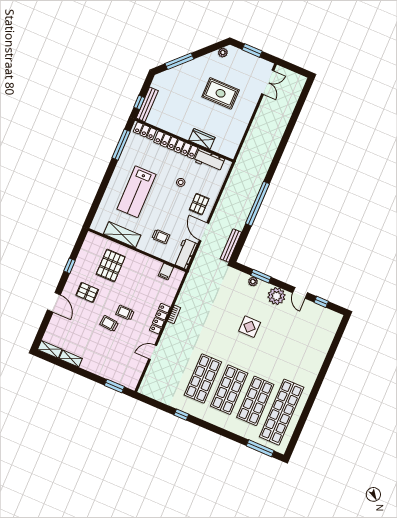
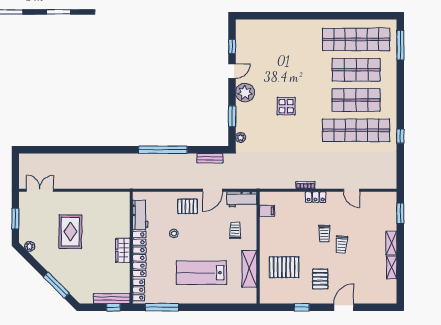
wardrobe: (202, 139) -> (123, 250), moved
lab bench: (137, 192) -> (201, 273), turned 180
bench: (231, 245) -> (210, 158), width x0.73
plant: (253, 282) -> (241, 137), moved
locker: (160, 319) -> (316, 197), width x0.66
shelving: (50, 349) -> (391, 243), moved
shop shelf: (203, 378) -> (356, 130), width x1.40

